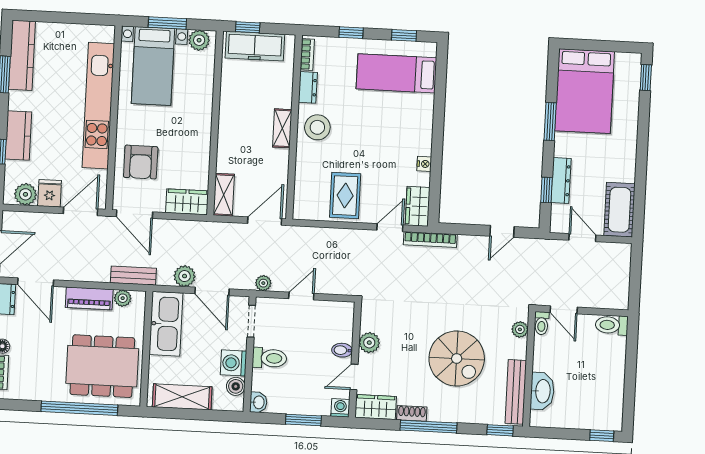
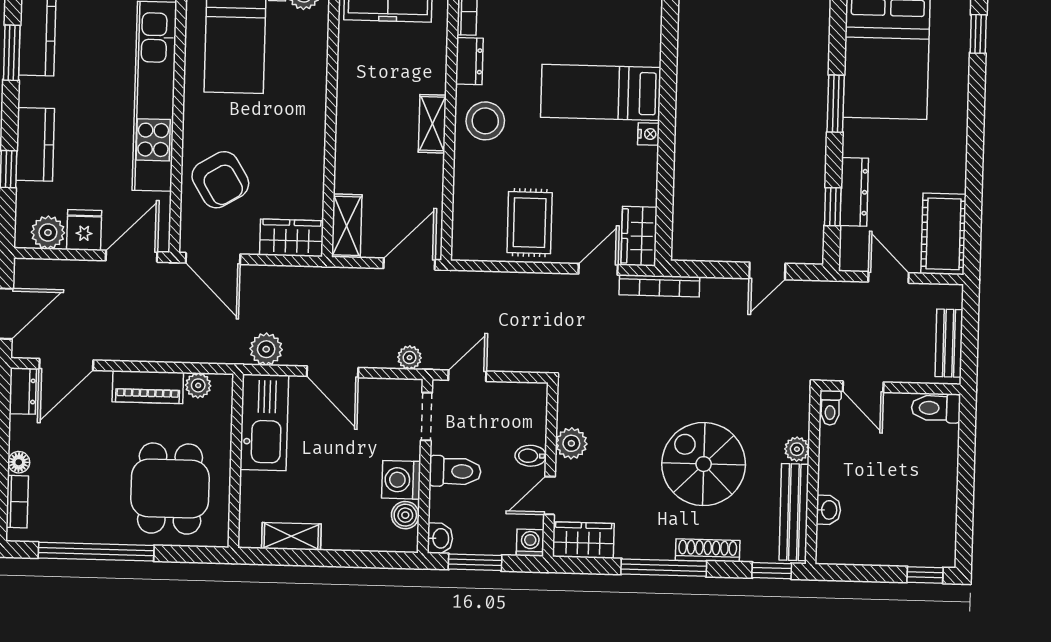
bed: (396, 73) -> (601, 92), moved
armchair: (141, 162) -> (220, 180), turned -31
nightstand: (424, 164) -> (649, 134), moved
bench: (133, 276) -> (949, 343), moved, turned 90
plant: (185, 276) -> (266, 349), moved
door: (36, 282) -> (66, 364), hinge flipped
doorway: (251, 321) -> (426, 416), moved
plant: (520, 329) -> (797, 449), moved
wall: (250, 354) -> (425, 466), moved
toilet: (269, 358) -> (455, 471), moved
spiral stairs: (457, 358) -> (704, 464), turned 180
washing machine: (234, 363) -> (401, 480), moved
dining table: (102, 366) -> (170, 489), width x0.73
boiler: (236, 386) -> (405, 515), moved
washbasin: (542, 391) -> (828, 510), width x0.52, depth x0.69
shelving: (182, 397) -> (291, 536), width x0.67, depth x0.75
washbasin: (258, 402) -> (440, 538), moved
window: (79, 408) -> (96, 552), moved
shoe rack: (412, 413) -> (708, 550), moved, width x1.43

